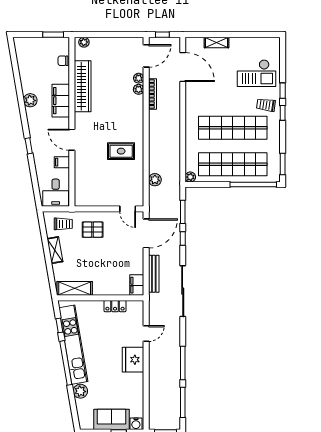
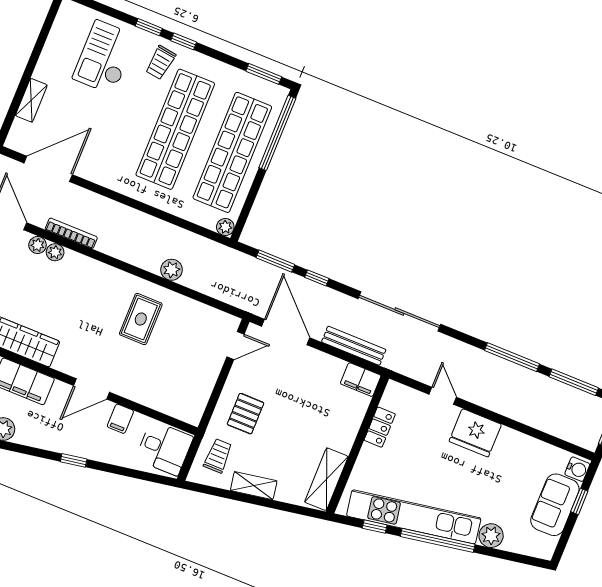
checkout: (256, 73) -> (105, 57), turned 180
plant: (155, 180) -> (172, 270), moved

